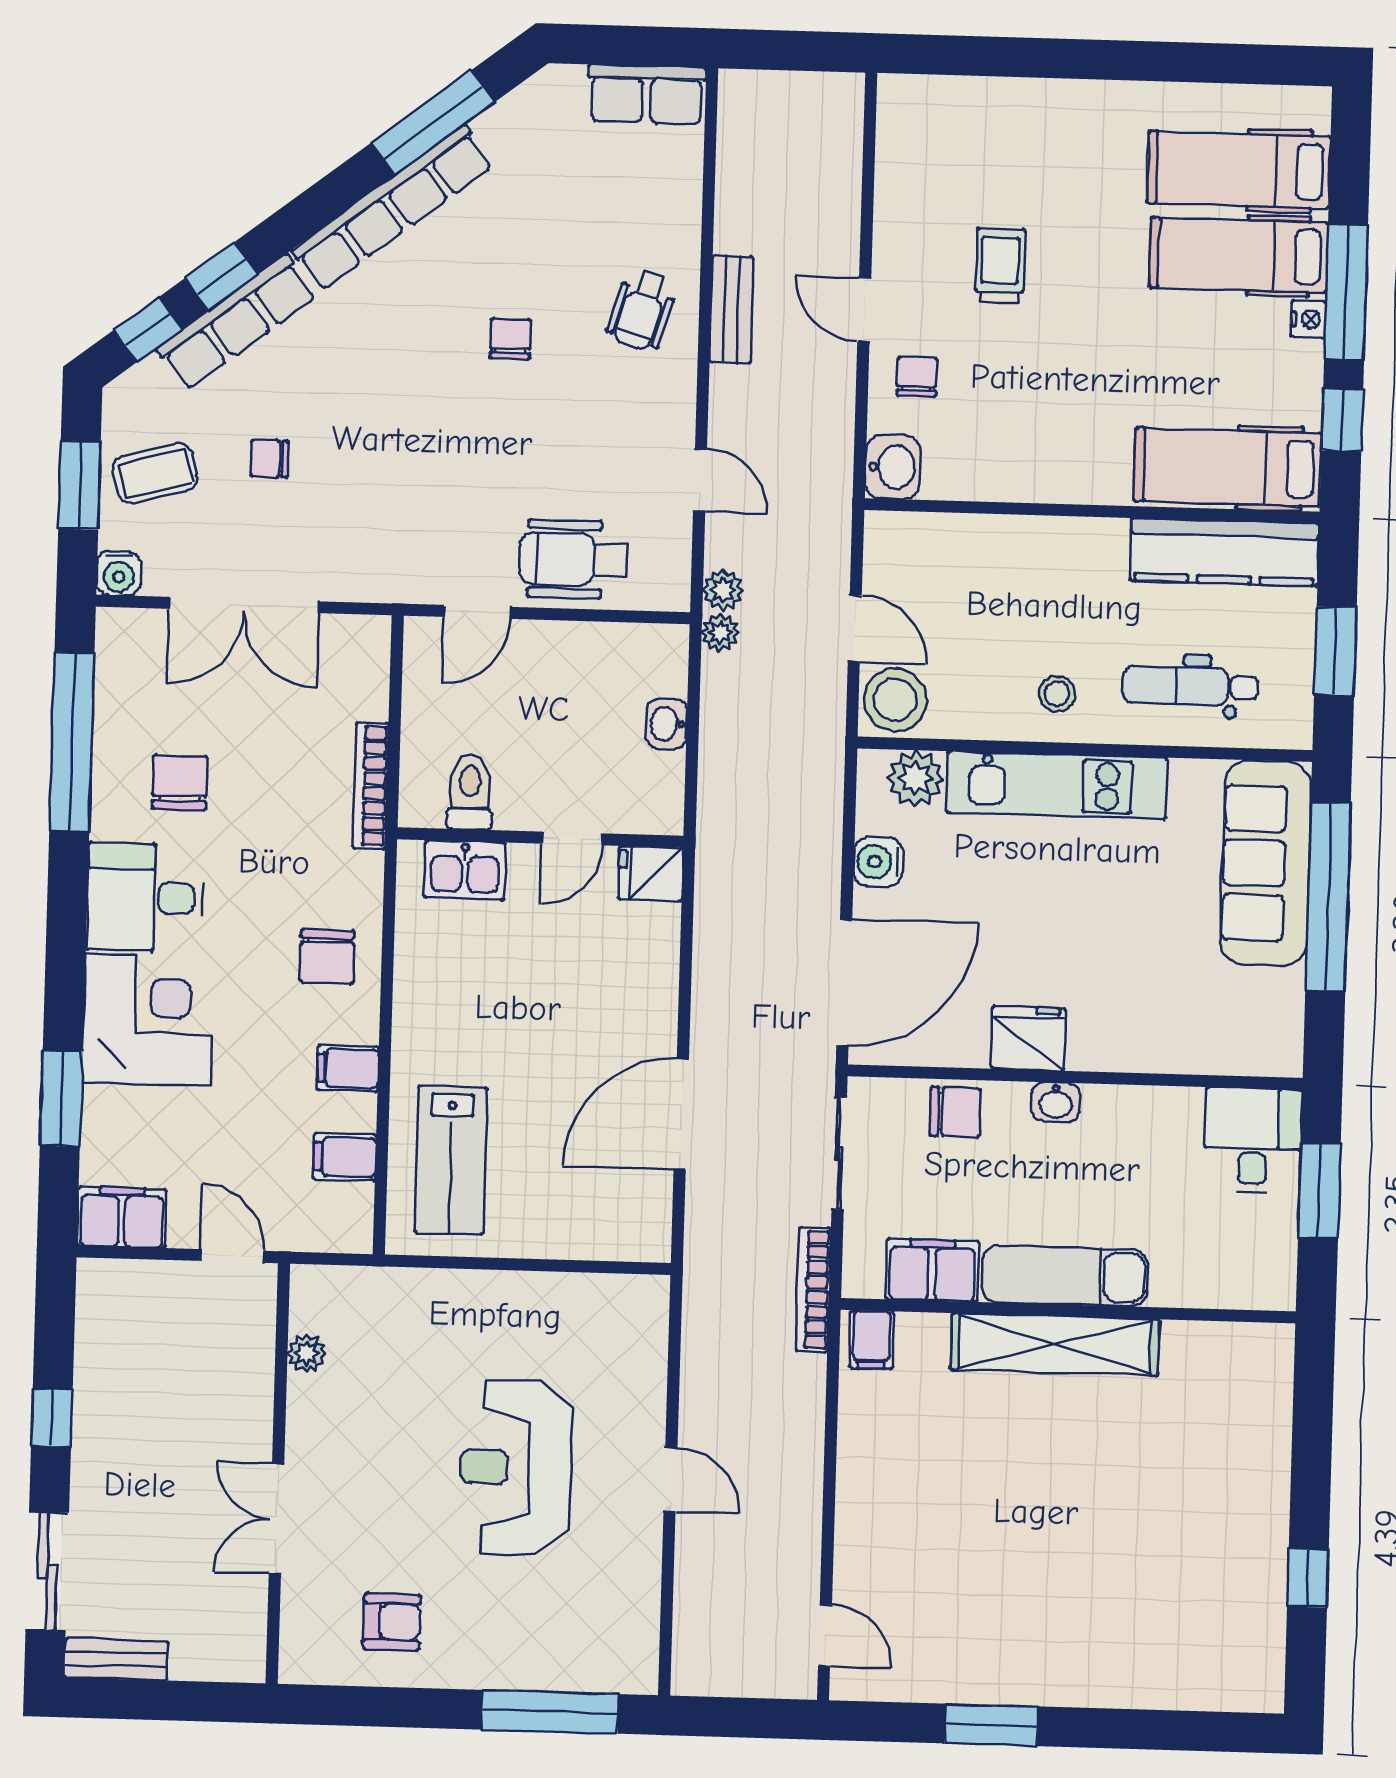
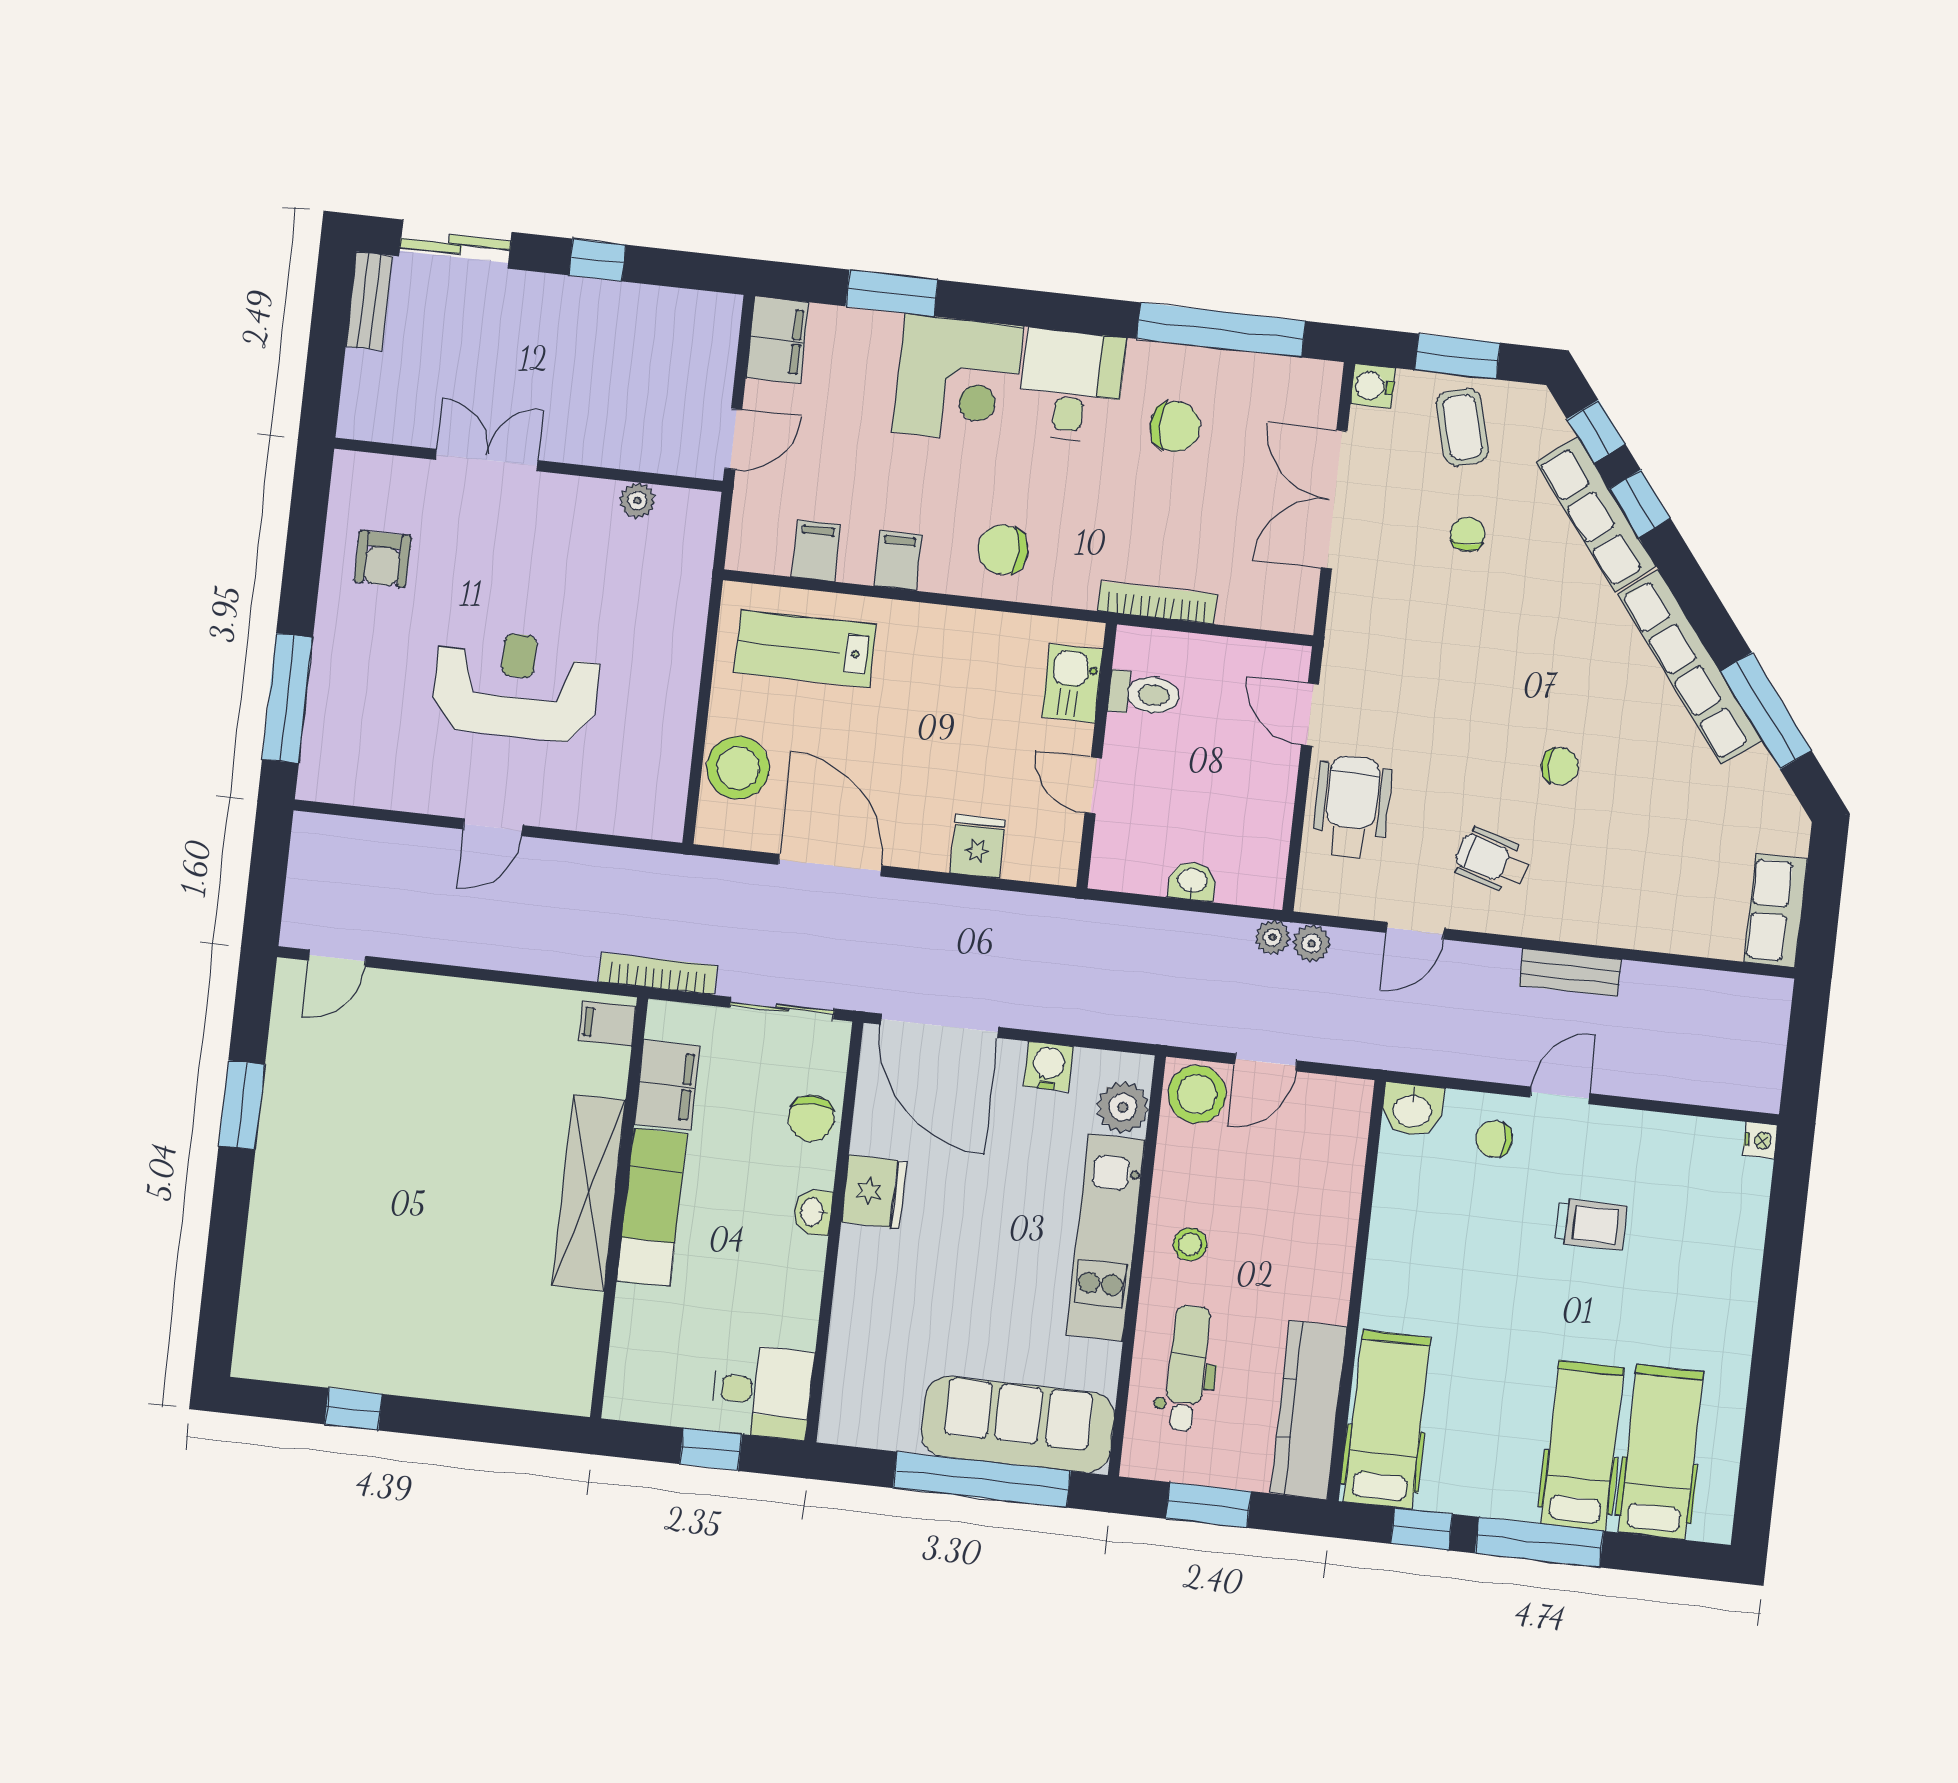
wheelchair: (642, 310) -> (1492, 861), moved
nightstand: (1308, 319) -> (1760, 1140), moved, turned -90
chair: (917, 377) -> (1494, 1139), turned 180
fridge: (651, 874) -> (978, 846), moved
window: (1319, 1191) -> (711, 1449), width x0.67
stool: (585, 1222) -> (738, 768), added

